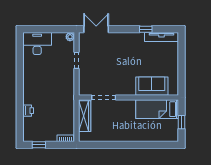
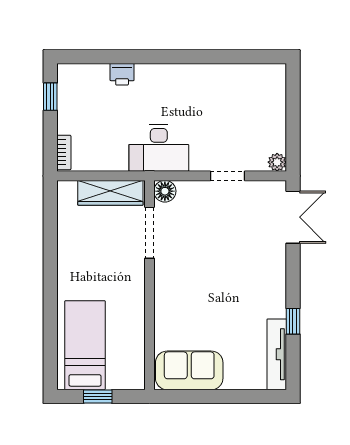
desk: (37, 44) -> (159, 148), moved, turned 90
sofa: (152, 86) -> (189, 370), moved, turned -90
floor lamp: (84, 90) -> (165, 191), added
bed: (157, 109) -> (85, 345), moved

